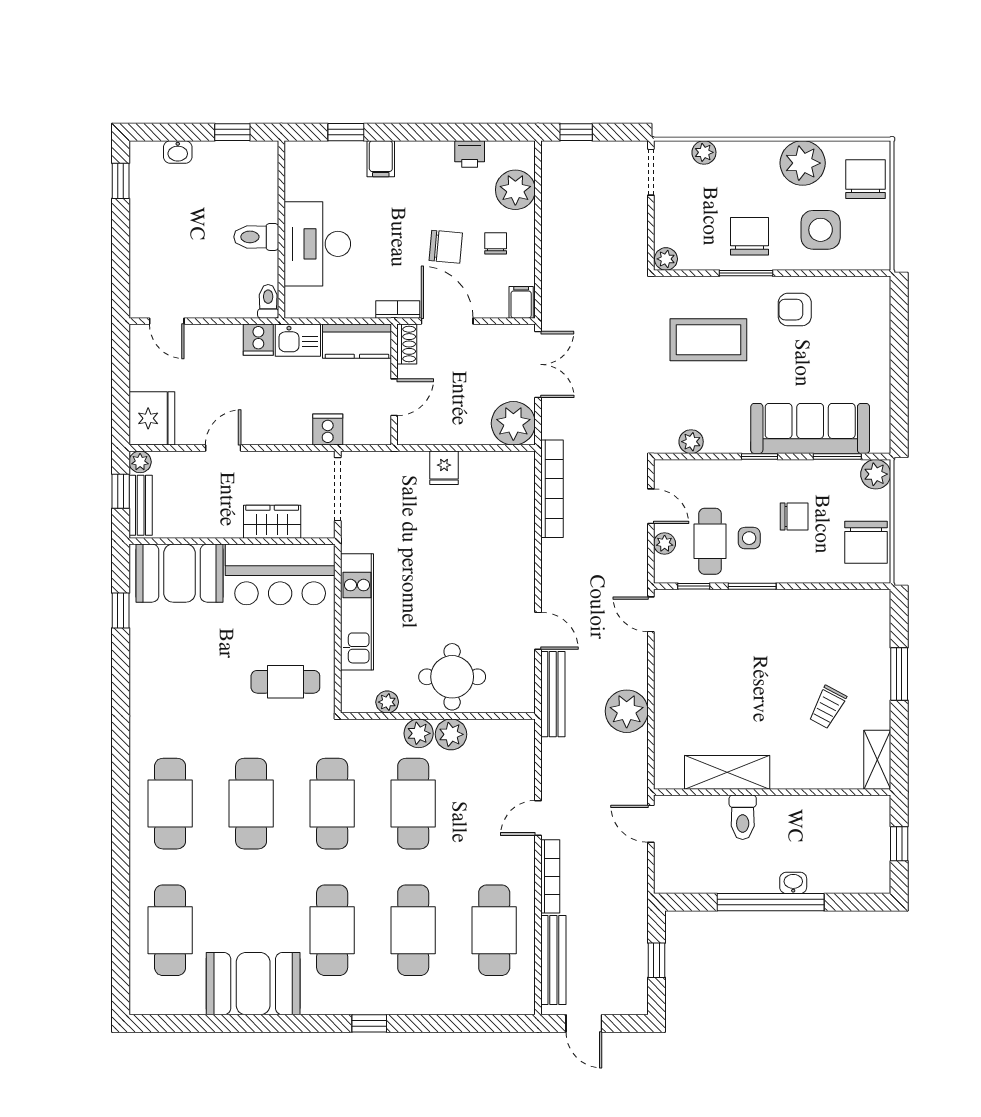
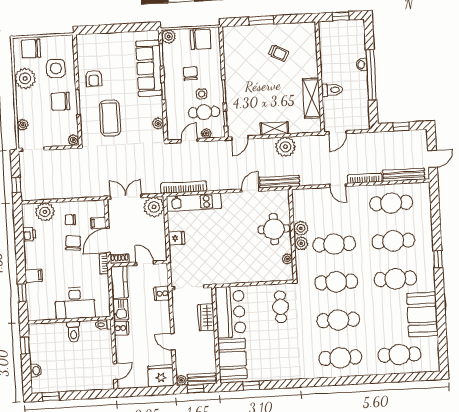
filing cabinet: (521, 302) -> (98, 223), moved
kitchen unit: (357, 612) -> (194, 202), moved, turned 180
shelving: (877, 760) -> (274, 128), moved

